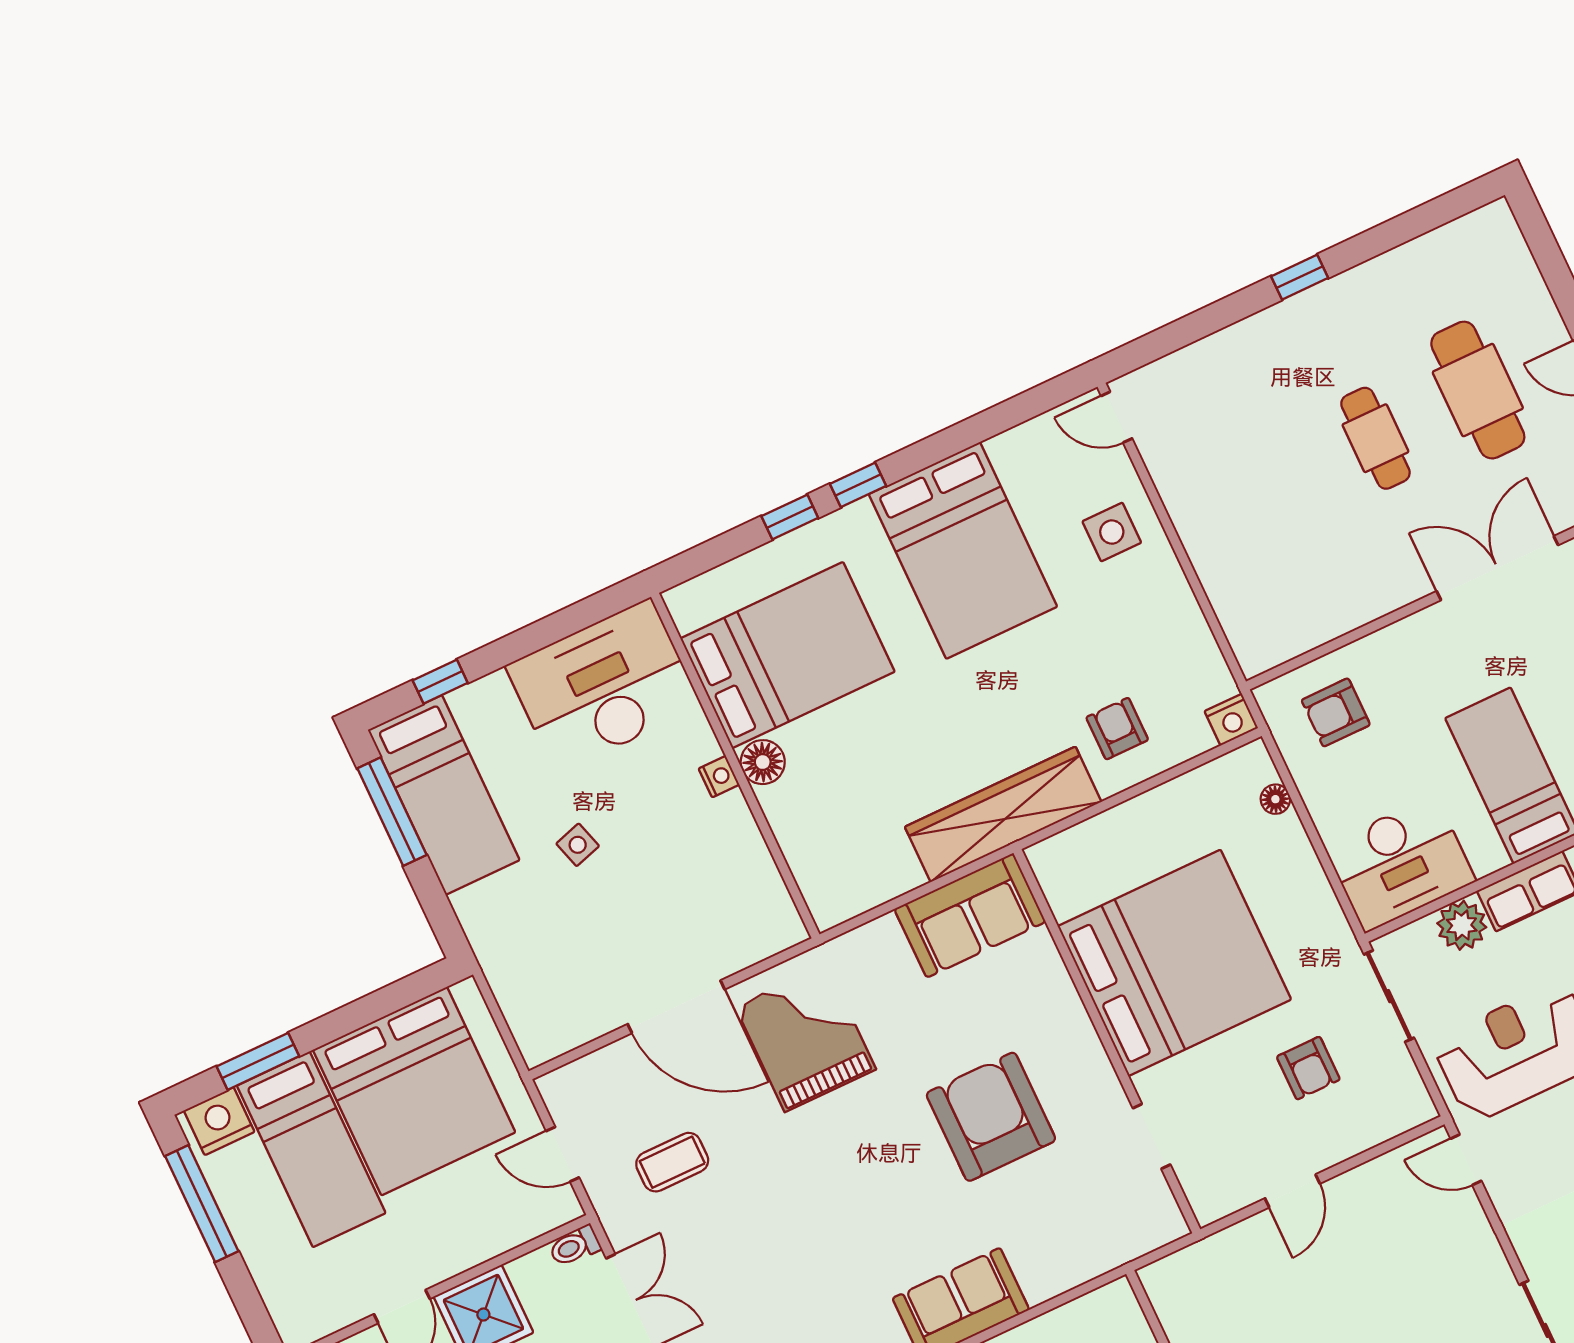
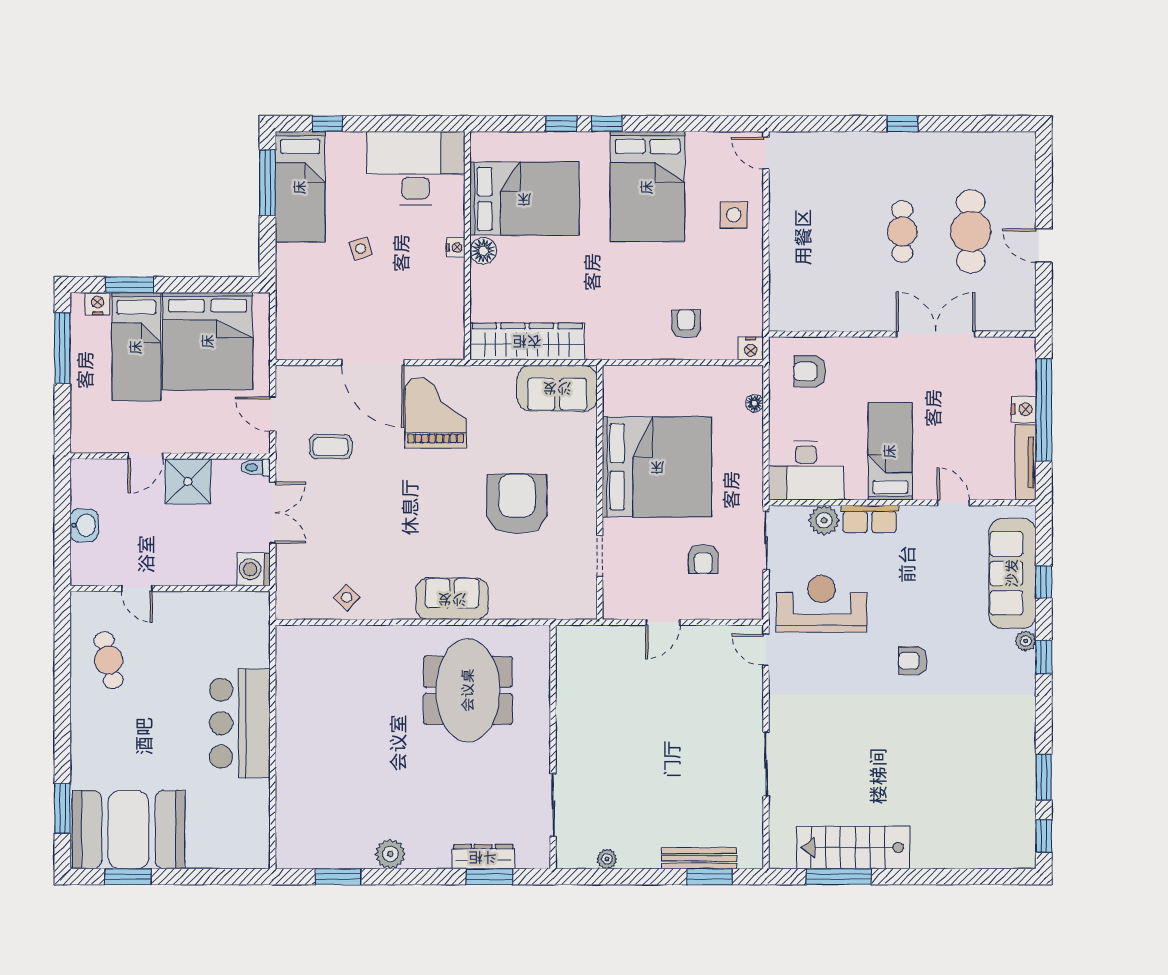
wardrobe: (1003, 814) -> (527, 341), moved
nightstand: (219, 1121) -> (98, 304), width x0.74, depth x0.75

